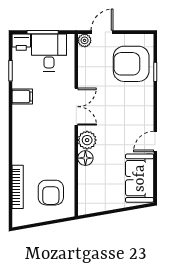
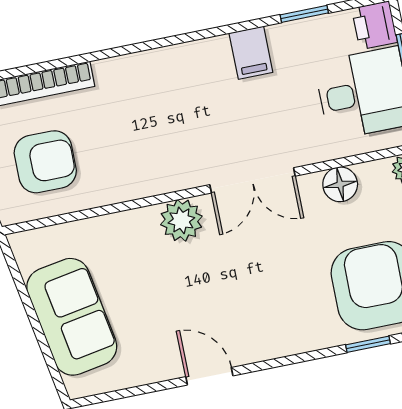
floor lamp: (85, 158) -> (340, 184), moved
sofa: (140, 178) -> (72, 317), moved, turned 80
armchair: (51, 193) -> (45, 162), turned 180

